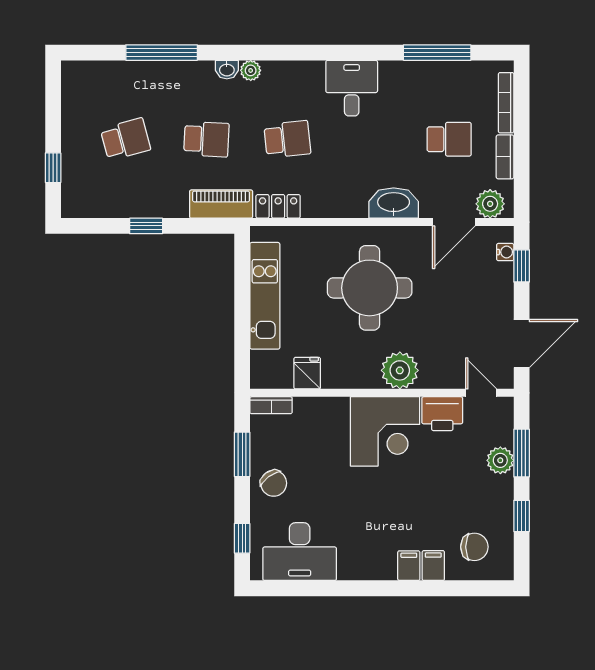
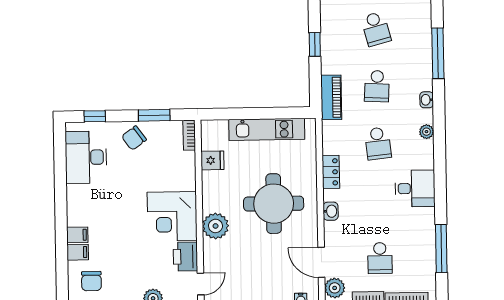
plant: (251, 70) -> (426, 132), moved
washbasin: (394, 203) -> (331, 211), width x0.52, depth x0.69
locker: (278, 206) -> (331, 172), moved

